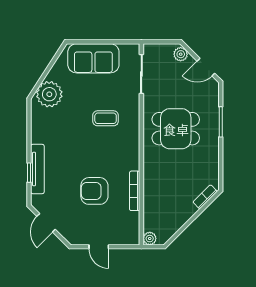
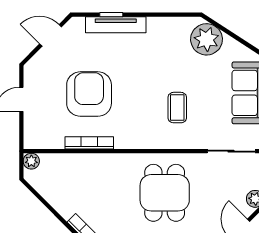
armchair: (94, 191) -> (89, 94), width x1.36, depth x1.36

